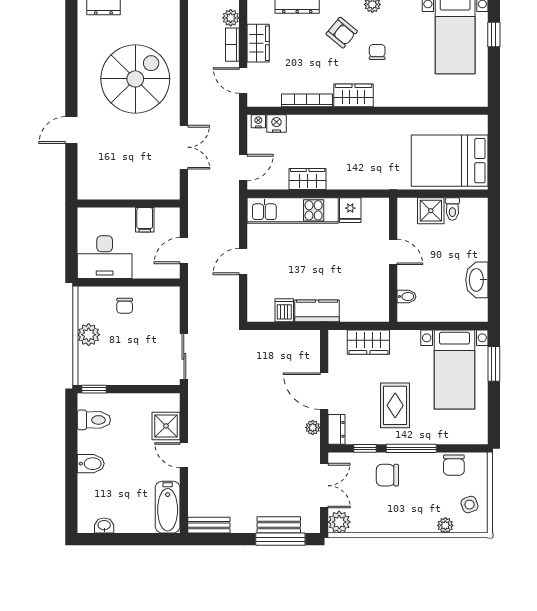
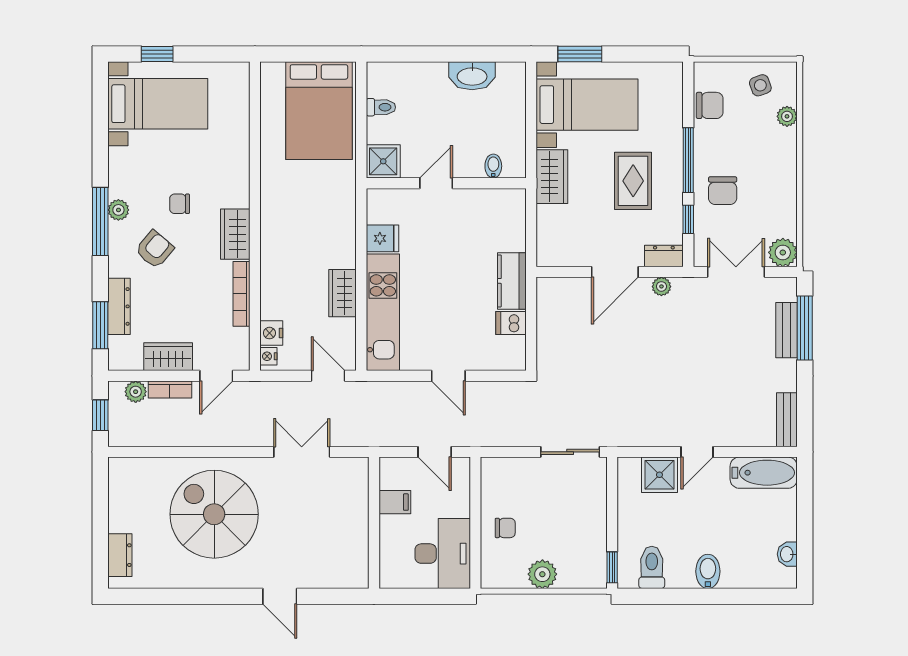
shower: (431, 211) -> (383, 161), moved
wardrobe: (368, 342) -> (552, 177), moved
rug: (395, 405) -> (633, 181), turned 90

